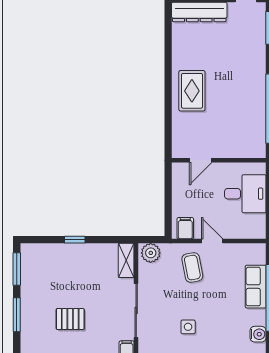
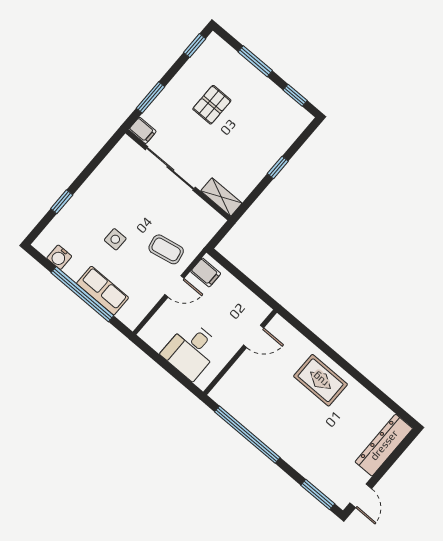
door: (201, 160) -> (254, 336), swing flipped
plant: (151, 253) -> (210, 224), removed
window: (17, 269) -> (295, 95), width x0.67
side table: (188, 327) -> (115, 239), moved

